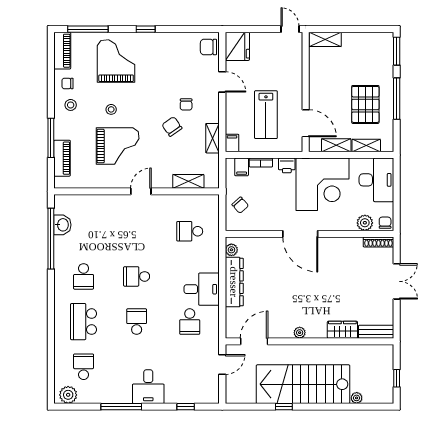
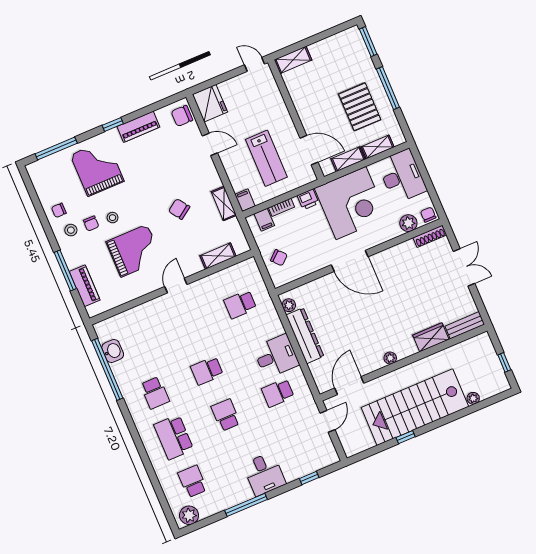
piano: (62, 51) -> (138, 127), moved, turned 90
chair: (186, 104) -> (91, 223), moved
school desk: (190, 322) -> (278, 393), turned 90

